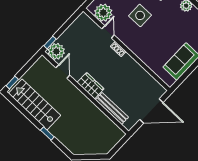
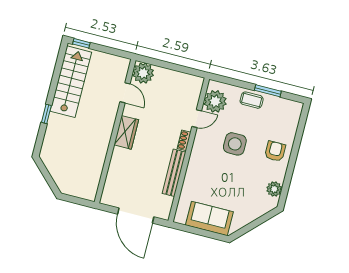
window: (50, 42) -> (149, 61), removed
door: (63, 71) -> (125, 93), hinge flipped
bench: (112, 108) -> (174, 173), moved

